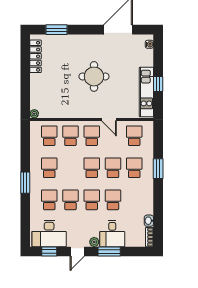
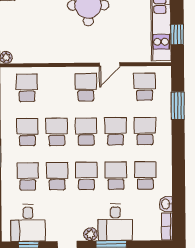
window: (158, 84) -> (177, 34), moved
door: (109, 119) -> (110, 65), hinge flipped
school desk: (70, 136) -> (57, 132), moved
window: (158, 169) -> (178, 106), moved
school desk: (134, 200) -> (145, 175), added
desk: (49, 233) -> (28, 223), width x0.73

